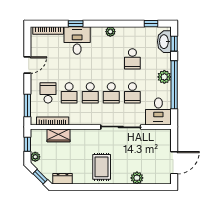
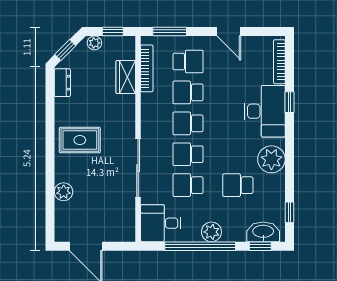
plant: (110, 32) -> (271, 159), width x1.87, depth x1.87
desk: (77, 40) -> (265, 111), width x1.37

